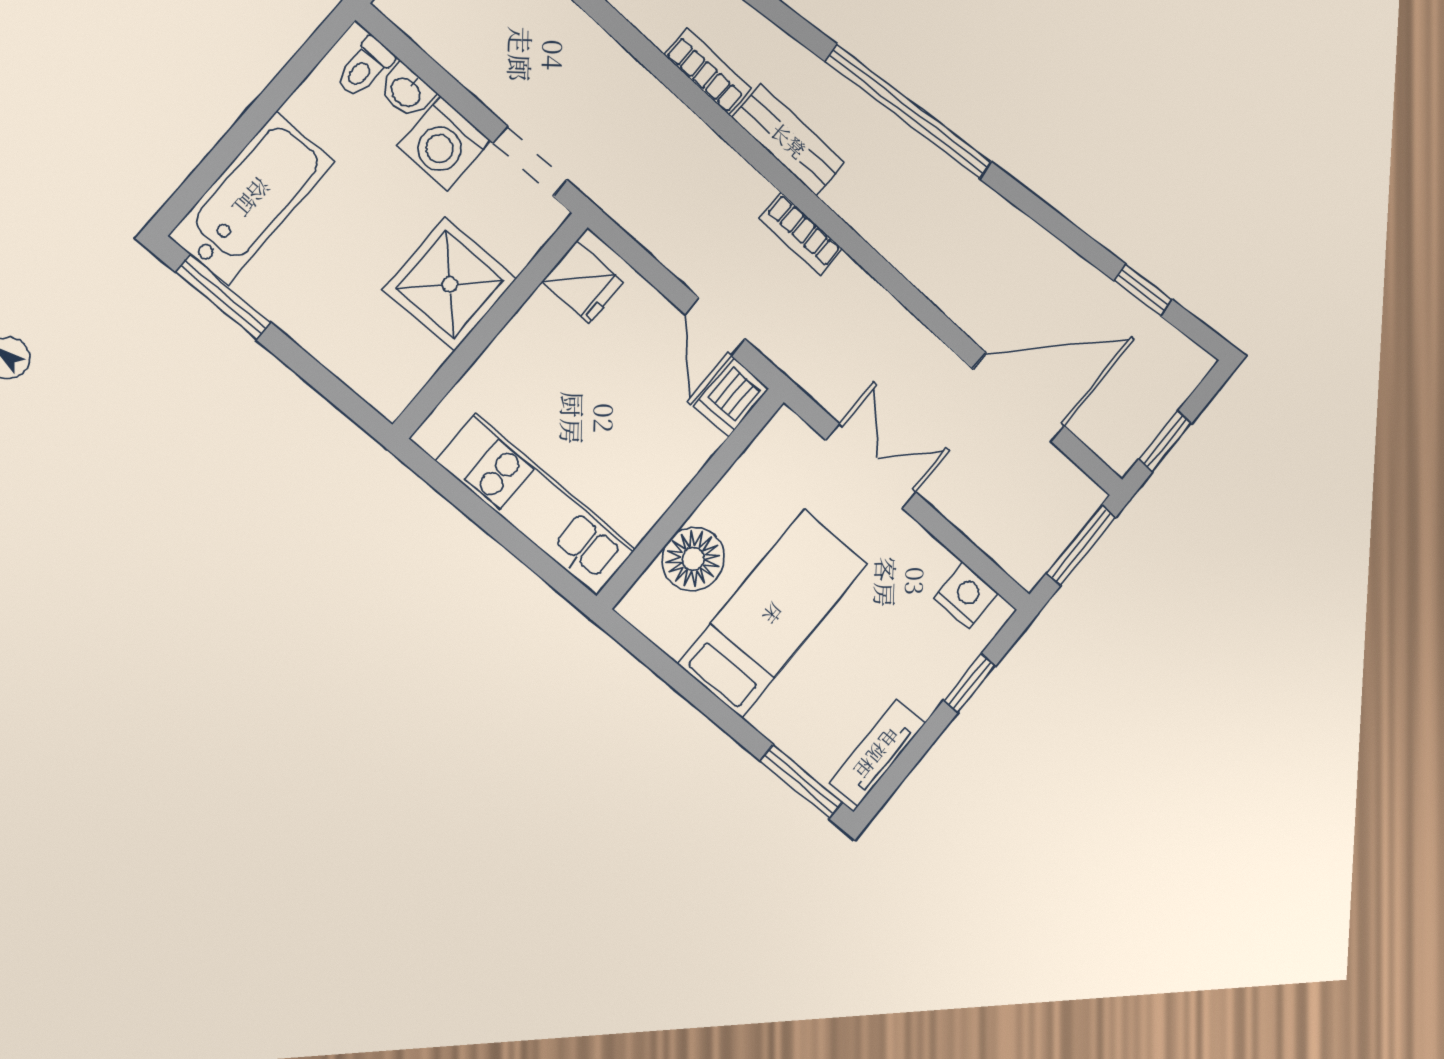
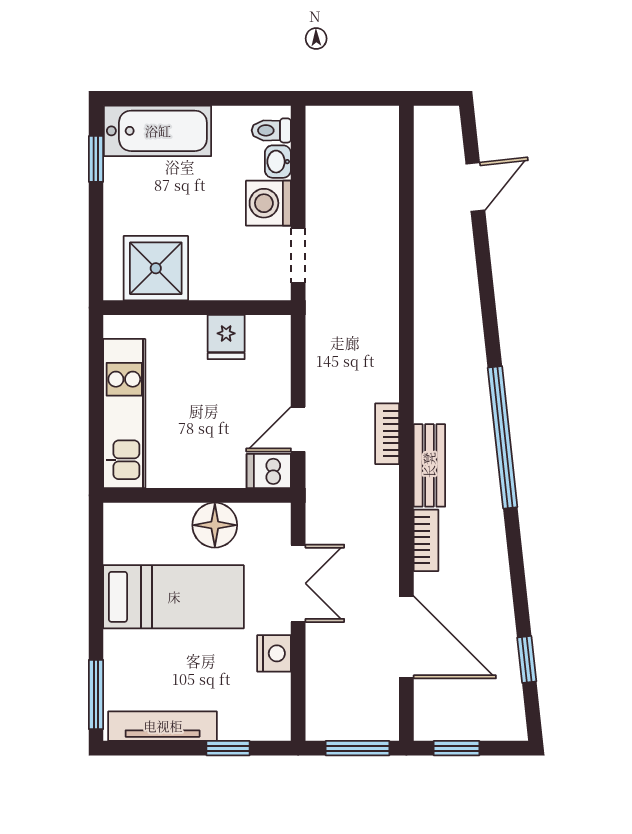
bookcase: (708, 72) -> (426, 540), moved
bench: (789, 140) -> (429, 465), moved
fridge: (583, 282) -> (226, 337), moved
shower: (450, 284) -> (156, 268), moved
window: (223, 297) -> (96, 159), width x0.67
floor lamp: (693, 559) -> (215, 525), moved
nightstand: (966, 595) -> (274, 653), moved
tv unit: (877, 753) -> (163, 726), width x1.41

